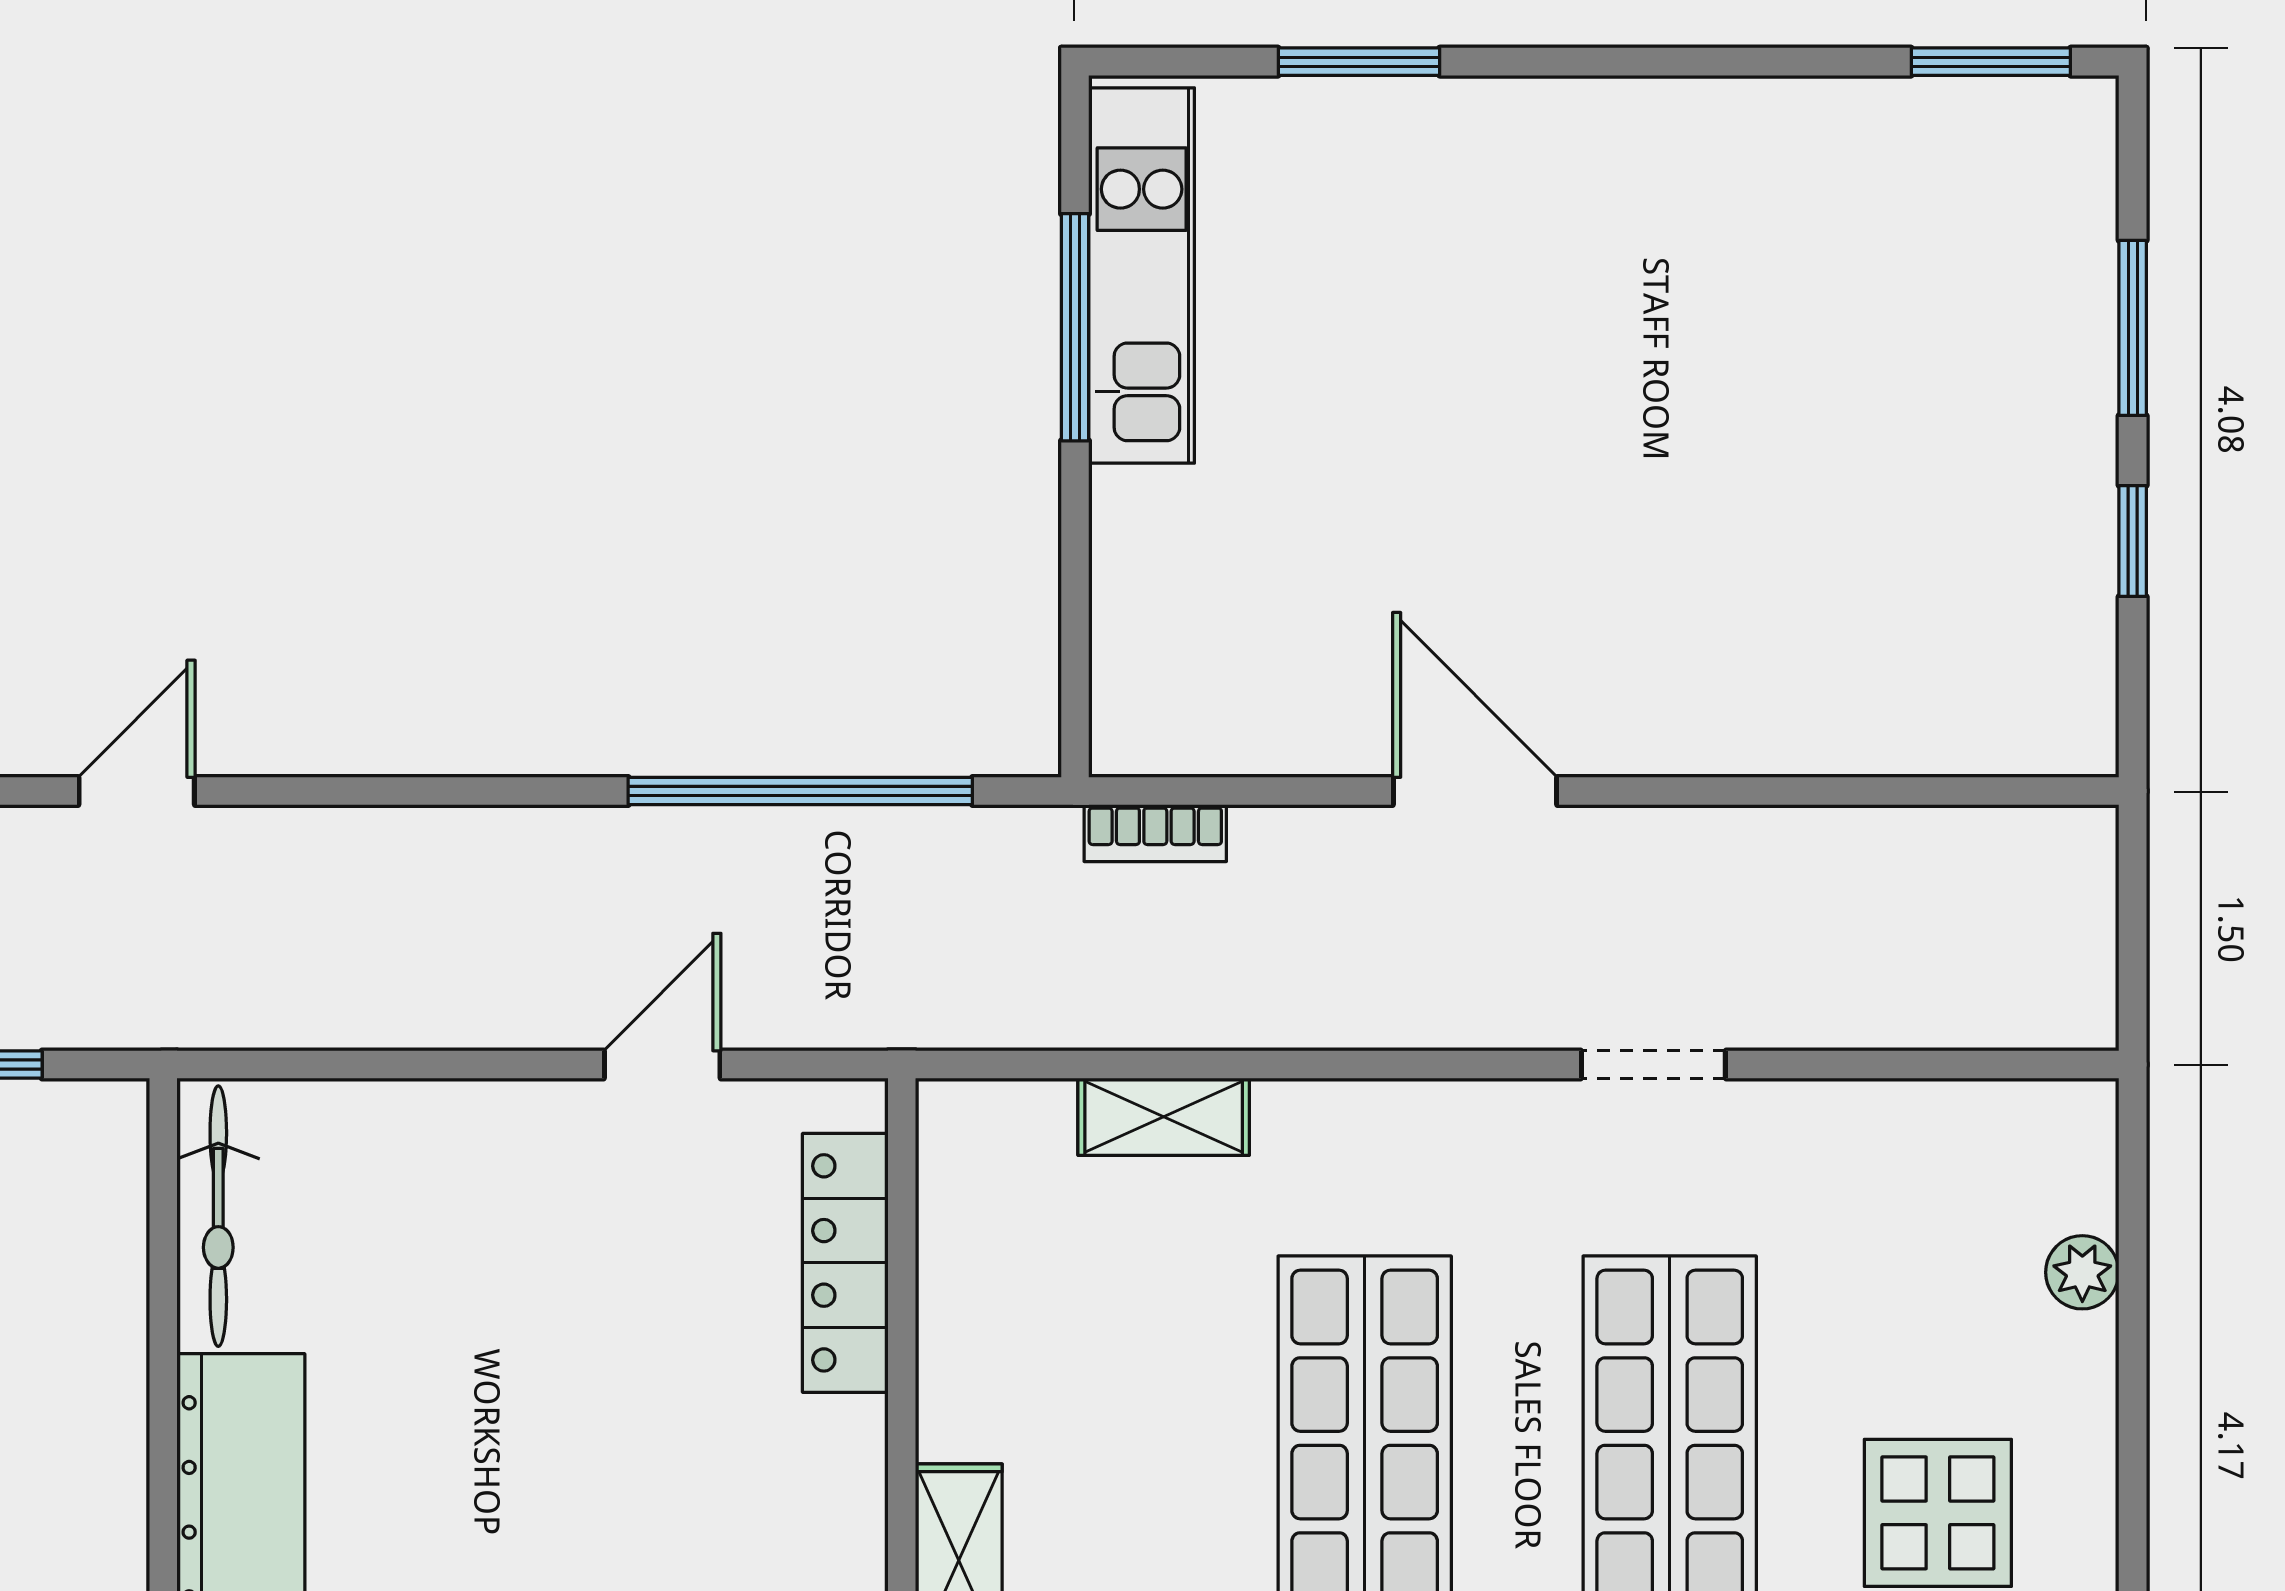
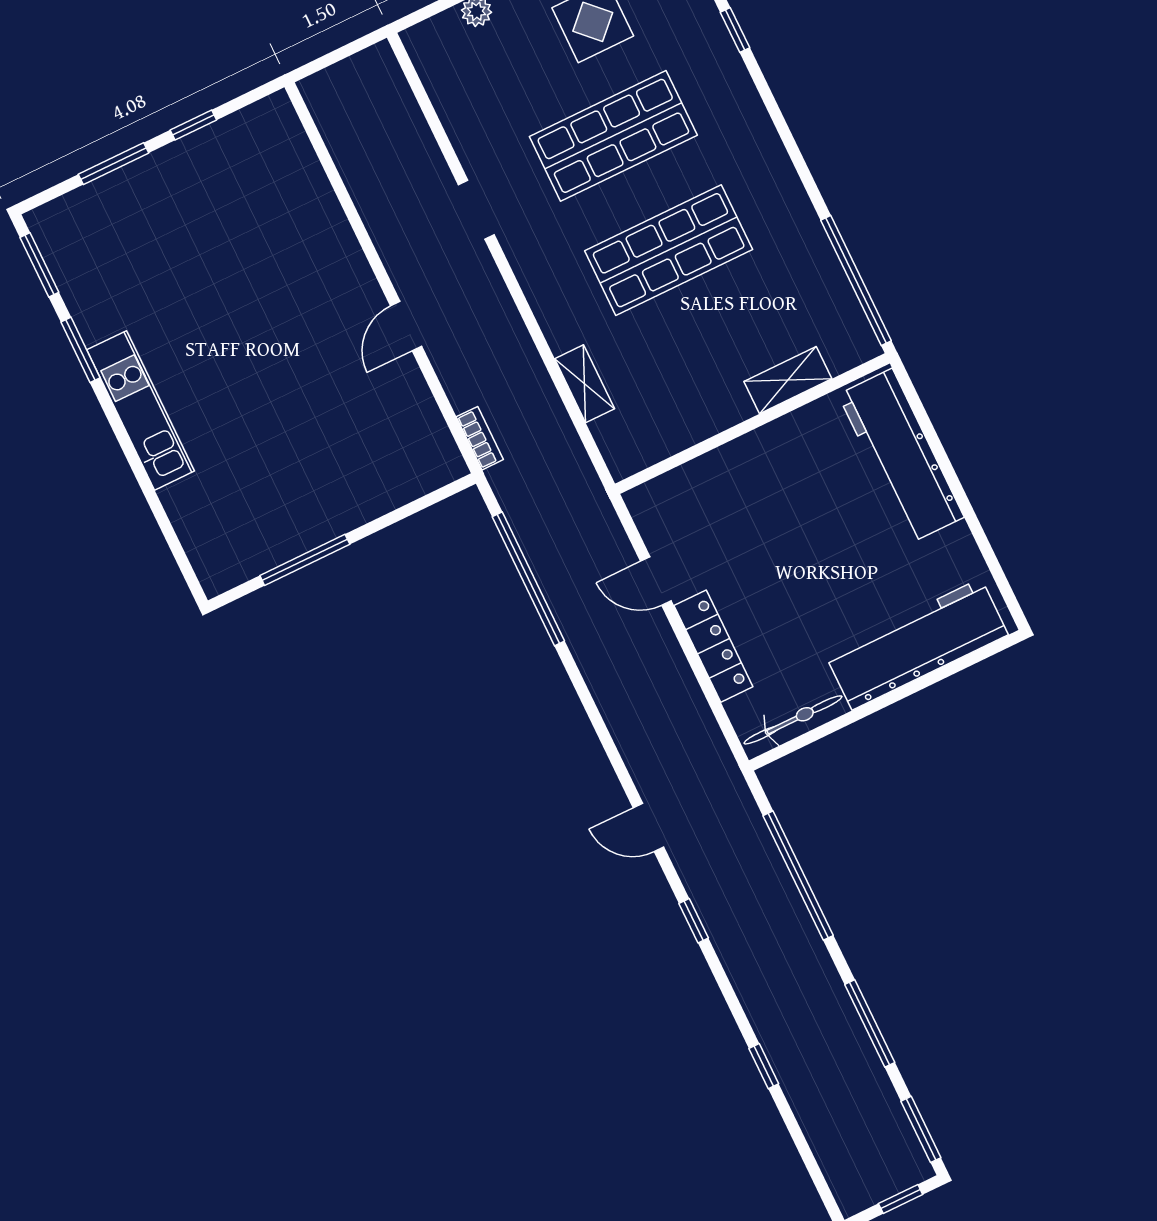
window: (1359, 62) -> (81, 350), moved
kitchen unit: (1142, 275) -> (141, 410), moved, turned 90
door: (1475, 791) -> (406, 326), width x0.73
locker: (845, 1263) -> (713, 646), moved, turned -90

